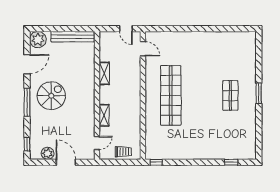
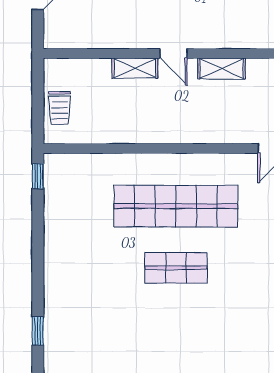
shop shelf: (230, 95) -> (176, 268), moved
door: (97, 143) -> (173, 53), moved

